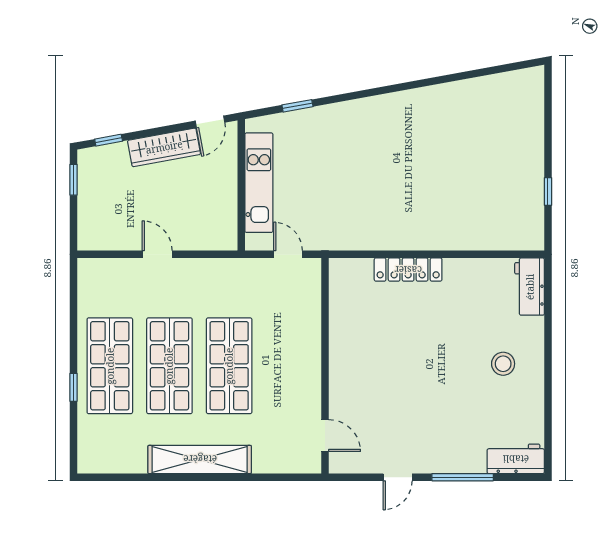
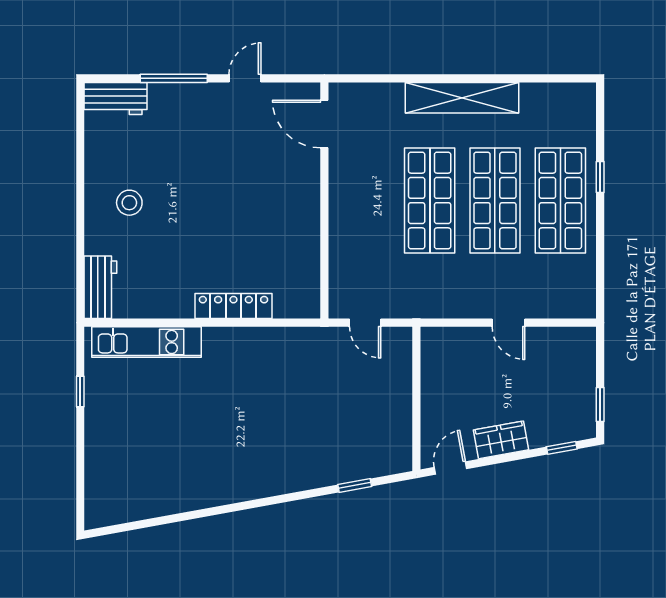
wardrobe: (164, 147) -> (501, 440), width x0.67
kitchen unit: (259, 183) -> (147, 342), moved, turned -90
door: (325, 436) -> (324, 124), width x1.38

